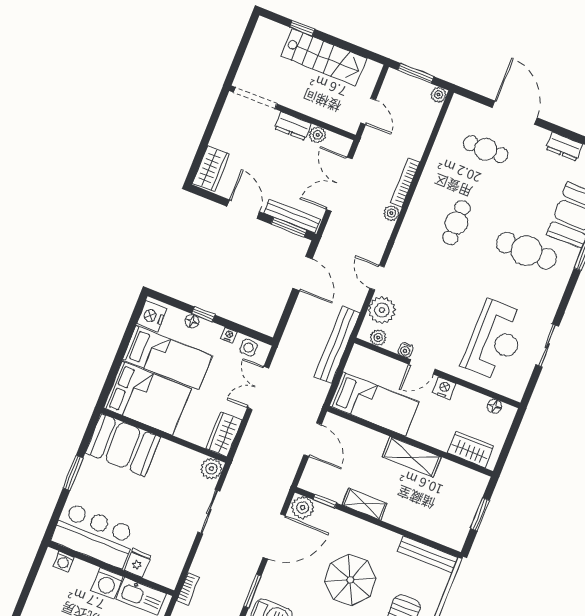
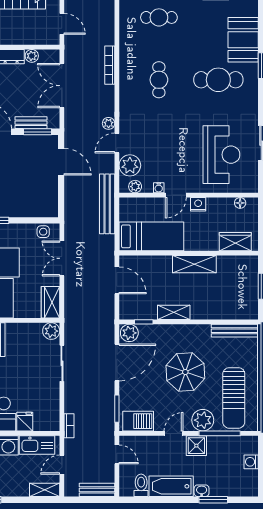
plant: (391, 213) -> (109, 123), moved
bench: (292, 216) -> (31, 123), width x0.73
door: (377, 278) -> (117, 143), hinge flipped
nightstand: (229, 335) -> (25, 228), removed

